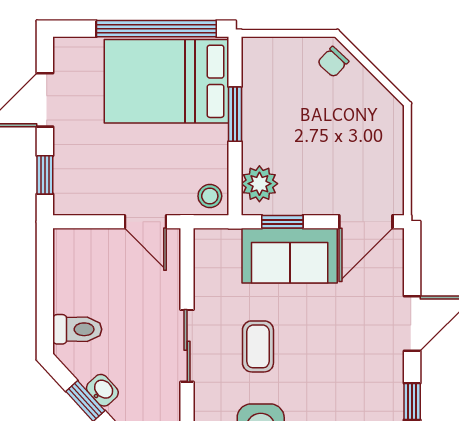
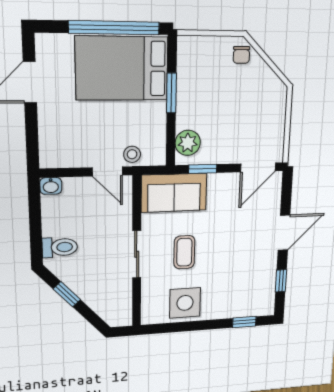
chair: (333, 62) -> (241, 55), turned -43
window: (45, 175) -> (32, 139), removed
stool: (210, 196) -> (132, 154), moved
sofa: (290, 256) -> (174, 193), moved
washbasin: (102, 390) -> (51, 186), moved, turned 132

